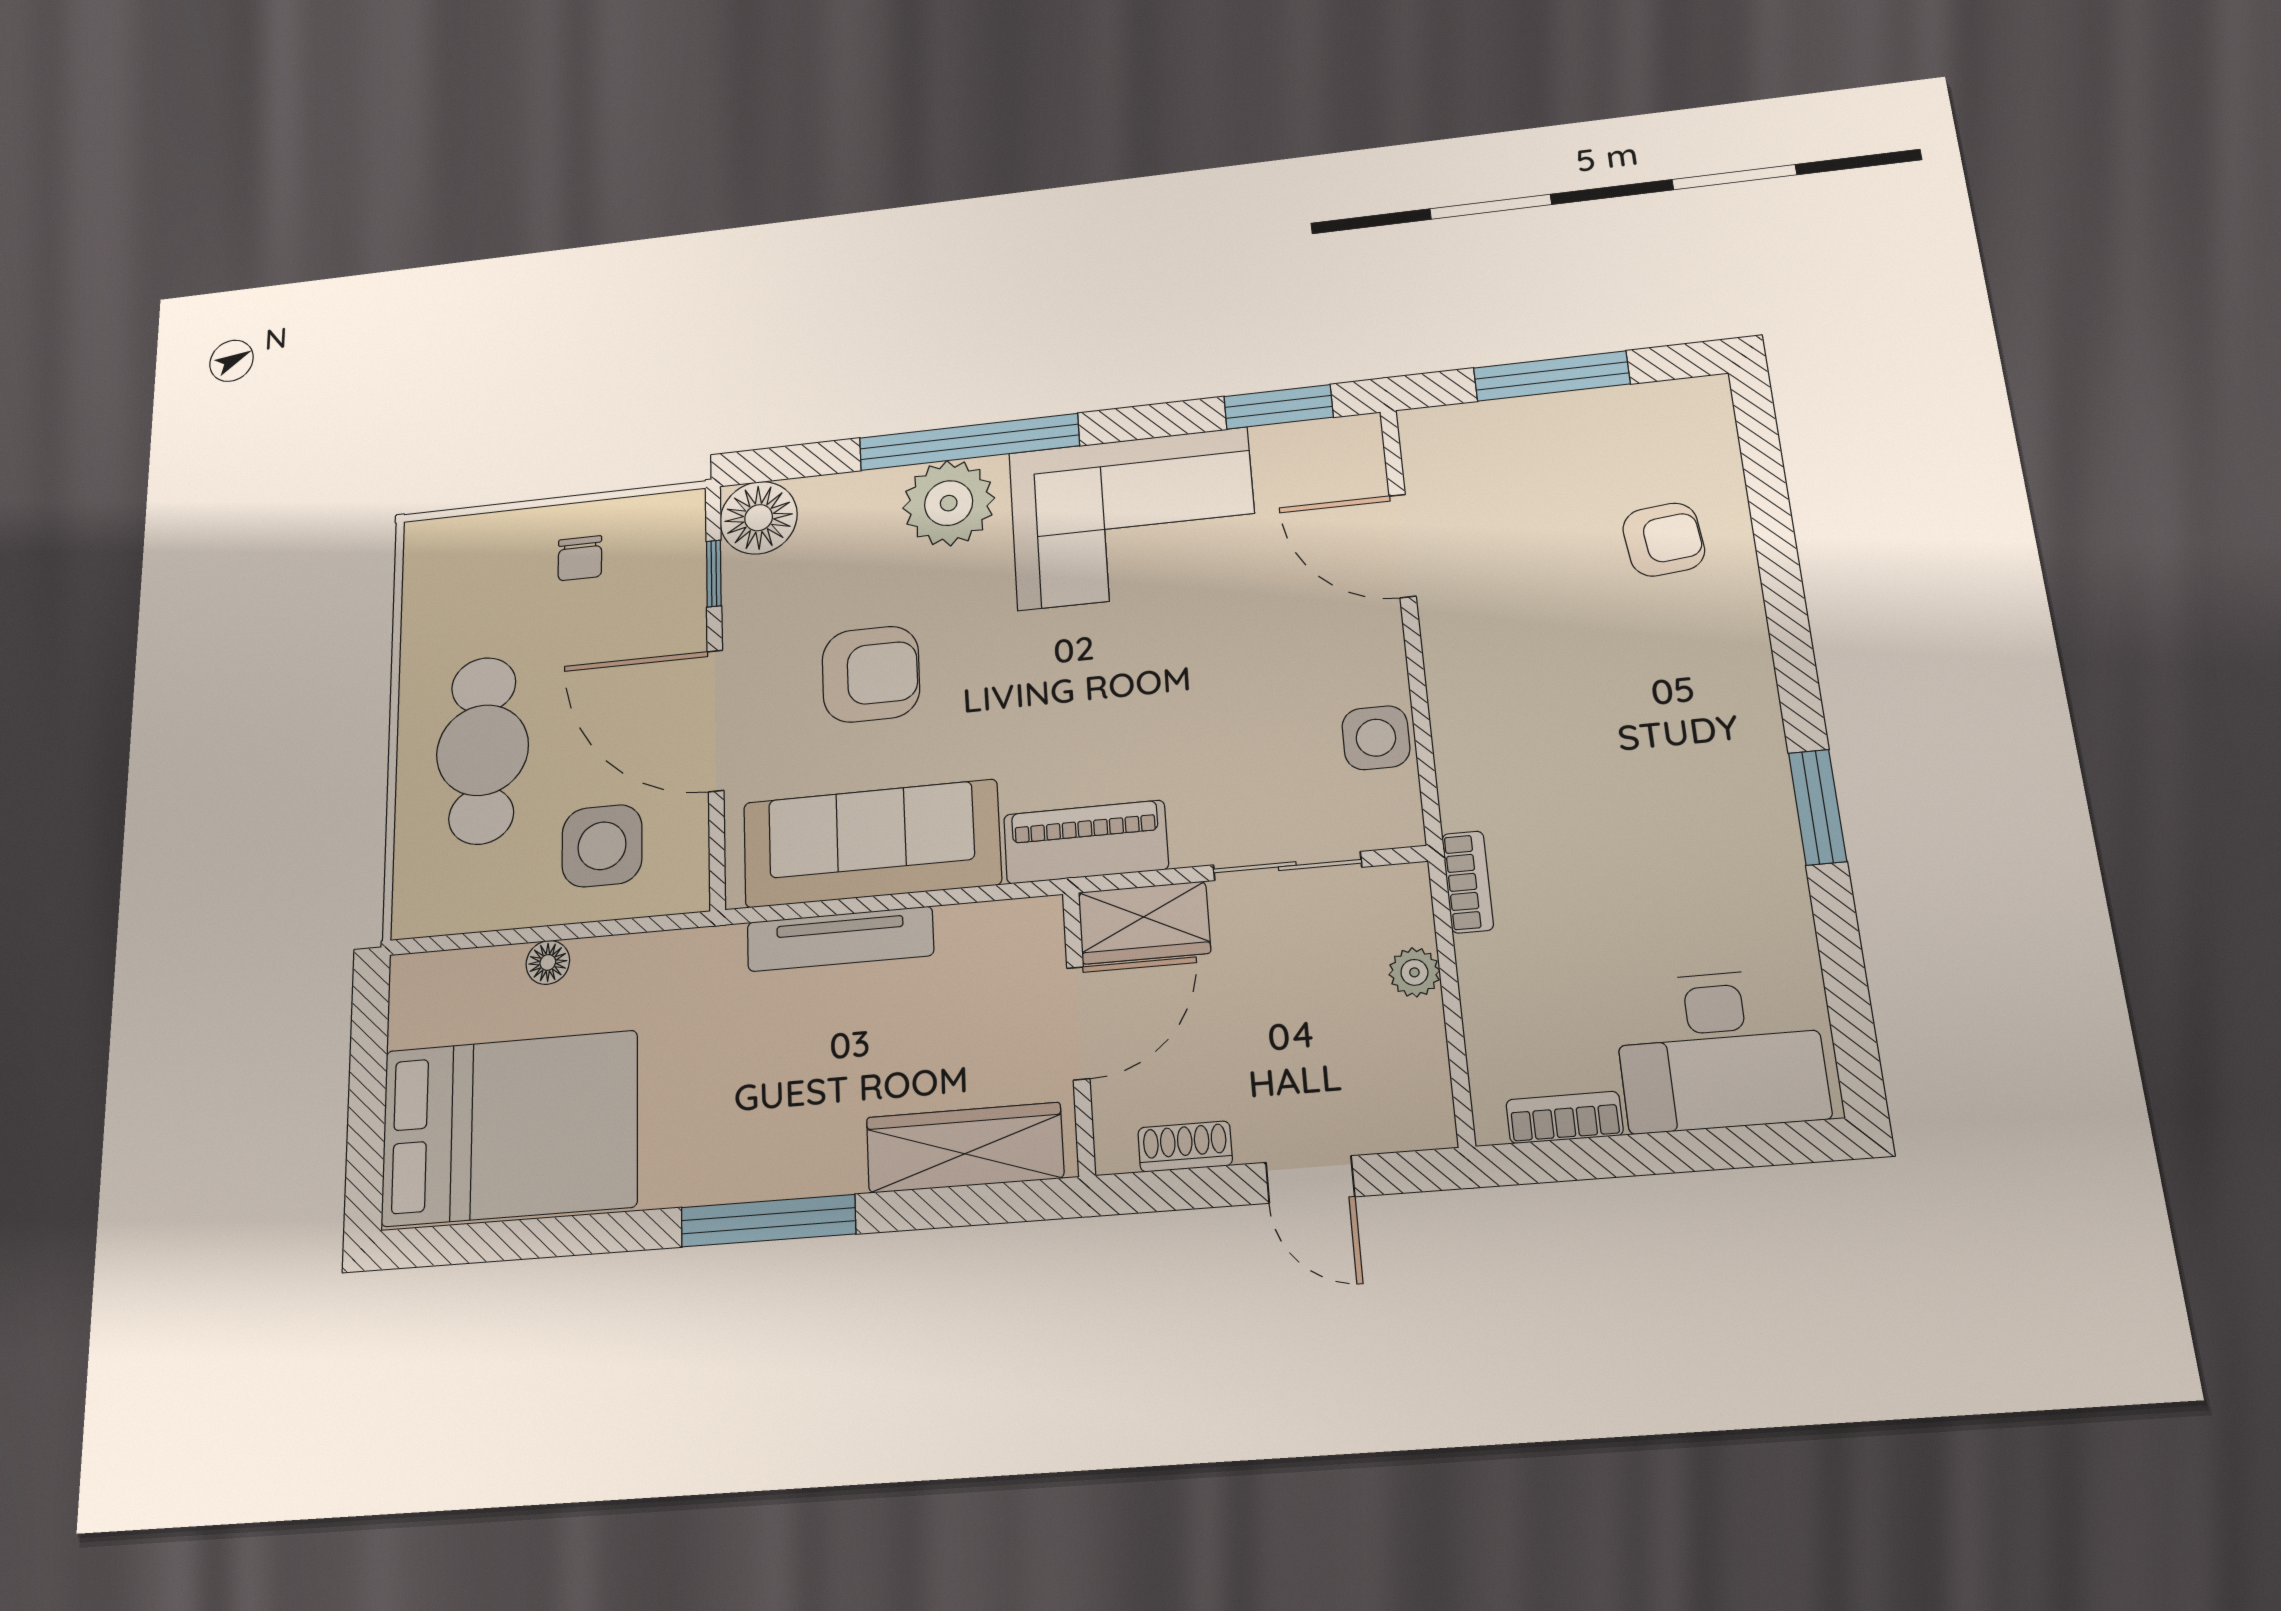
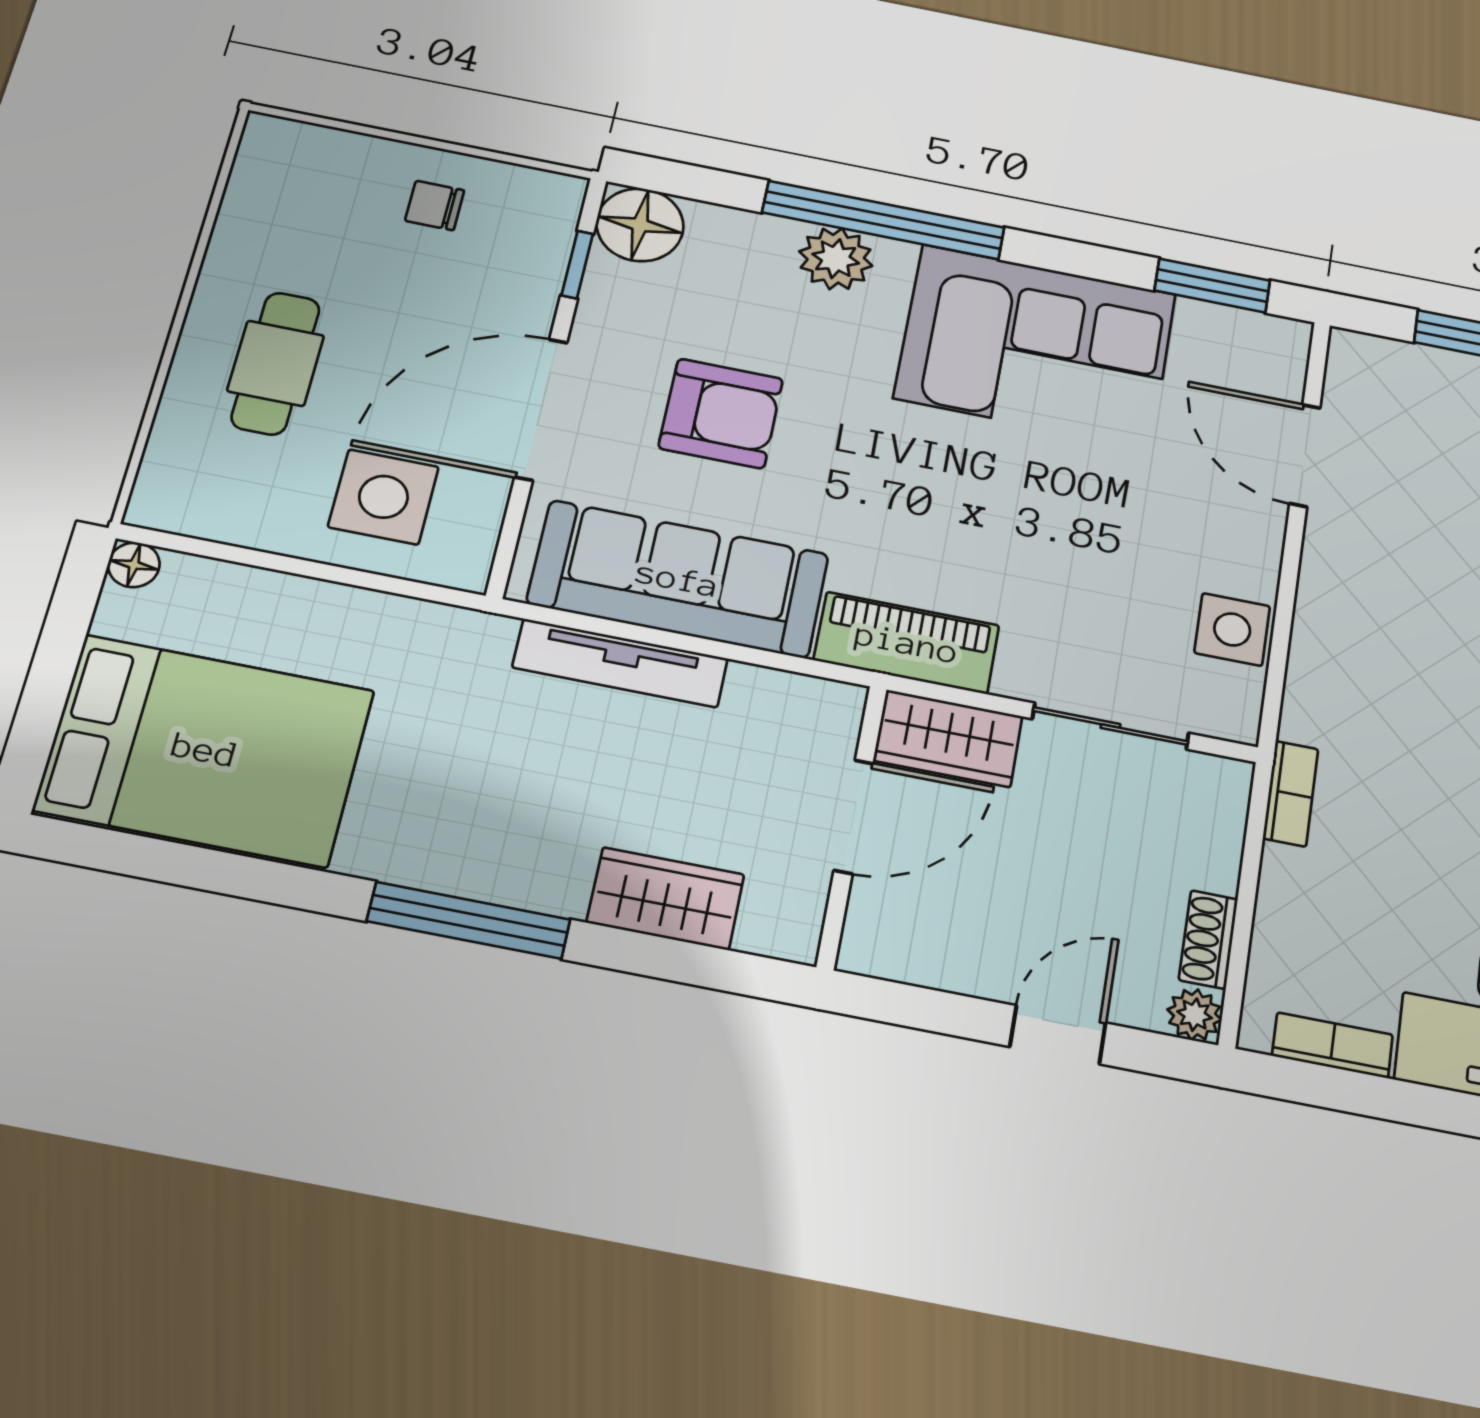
plant: (949, 503) -> (836, 259), width x0.73, depth x0.73
chair: (580, 558) -> (435, 205), turned 90
door: (716, 720) -> (541, 409), hinge flipped
cafe table: (482, 750) -> (276, 363), width x0.73, depth x0.74
floor lamp: (548, 962) -> (134, 565), moved
plant: (1414, 972) -> (1195, 1015), moved
shoe rack: (1185, 1146) -> (1208, 940), moved, turned -90
wardrobe: (965, 1148) -> (666, 898), width x0.67
door: (1310, 1180) -> (1058, 1035), swing flipped

